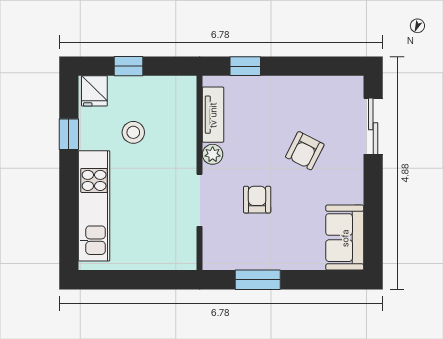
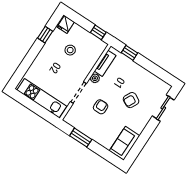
window: (128, 66) -> (98, 32), moved
kitchen unit: (94, 206) -> (42, 98), moved, turned -90

